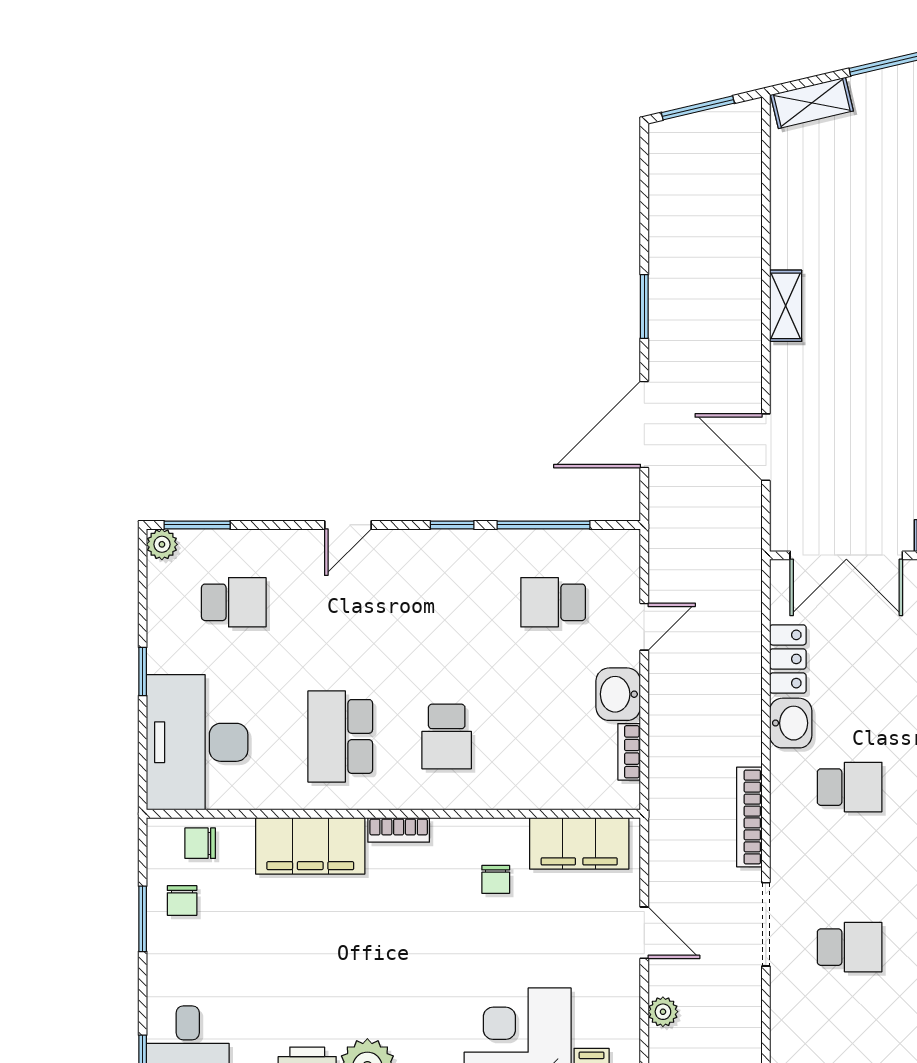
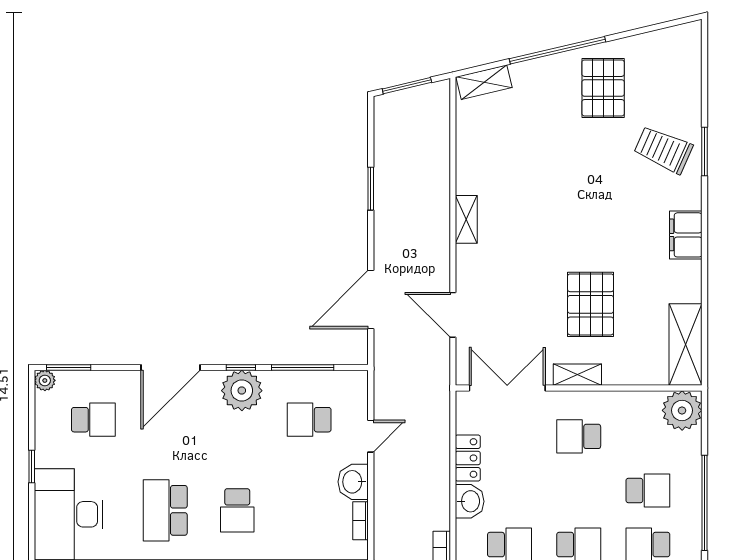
window: (644, 306) -> (371, 189), moved
door: (348, 525) -> (171, 367), width x1.87
double door: (846, 555) -> (507, 388), swing flipped
plant: (453, 559) -> (242, 391), added

